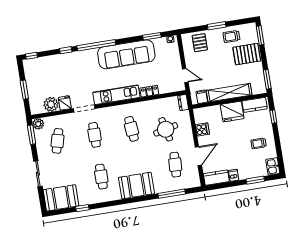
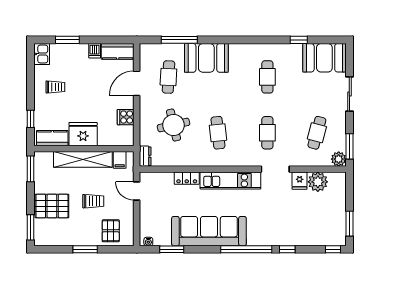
trolley: (231, 36) -> (93, 201), moved
window: (24, 90) -> (349, 224), moved
booth: (136, 186) -> (206, 58), moved

